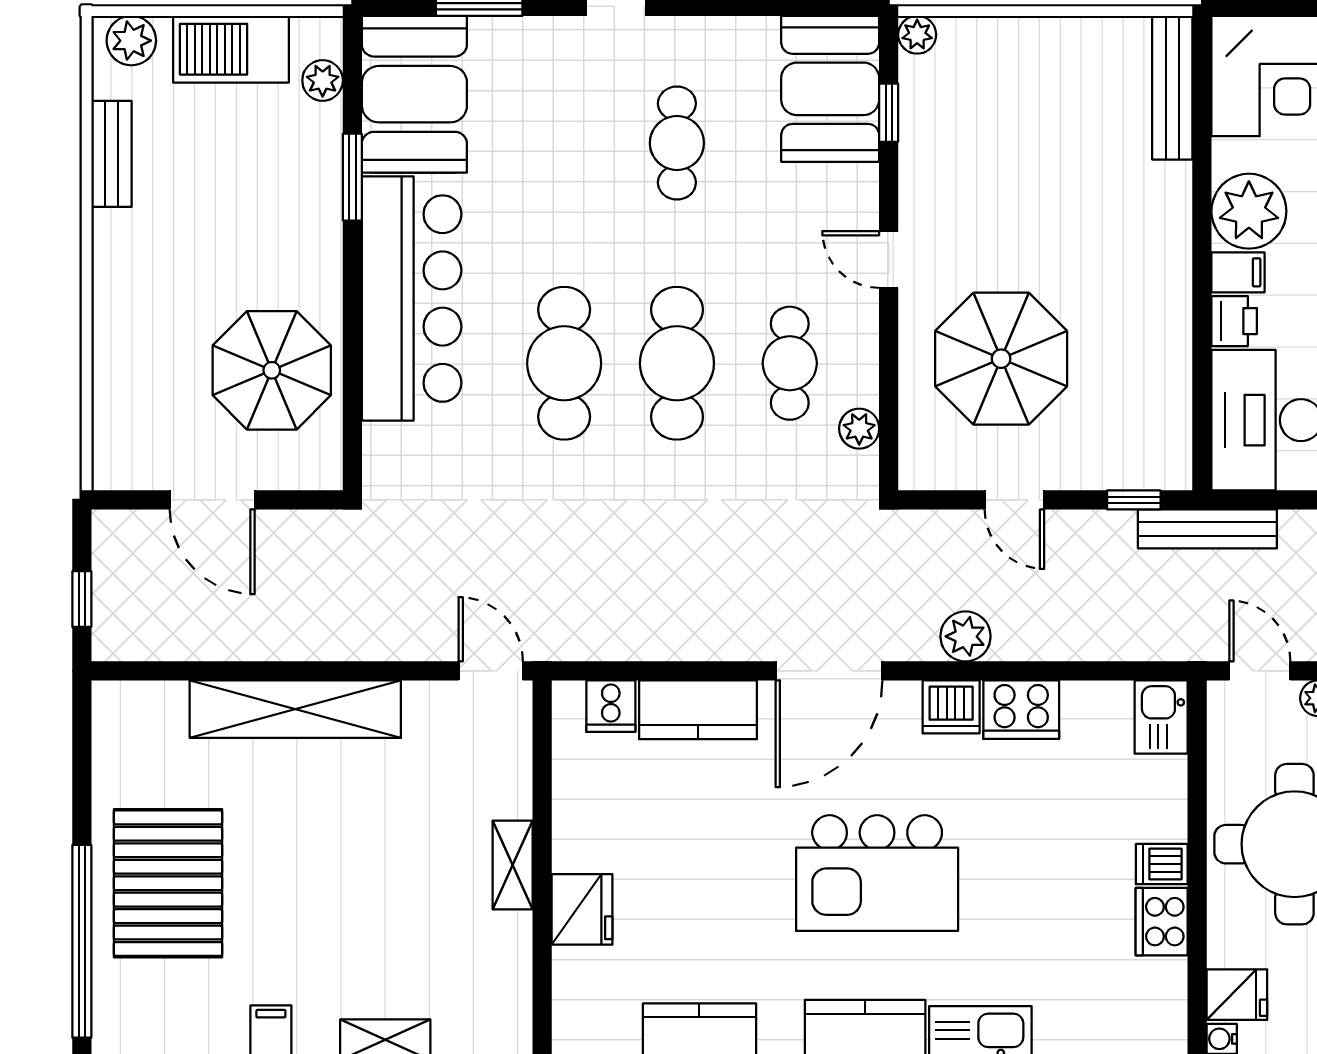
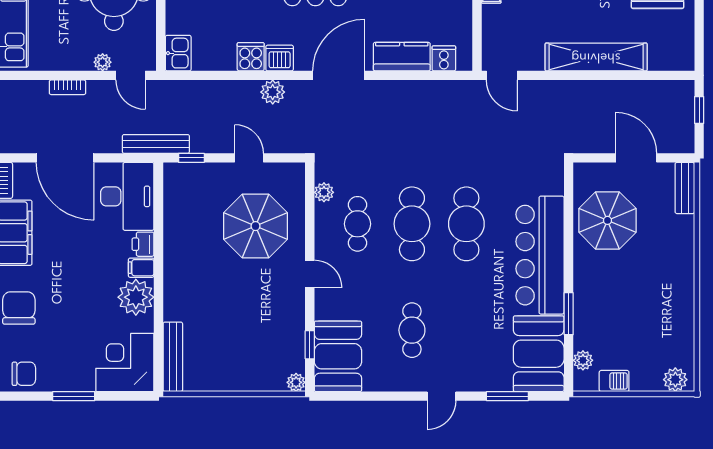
barbecue: (231, 49) -> (614, 381), width x0.53, depth x0.65
bench: (111, 154) -> (685, 188), moved
cooker: (1021, 710) -> (251, 57), width x0.73

